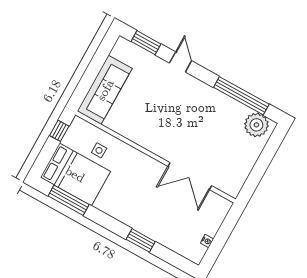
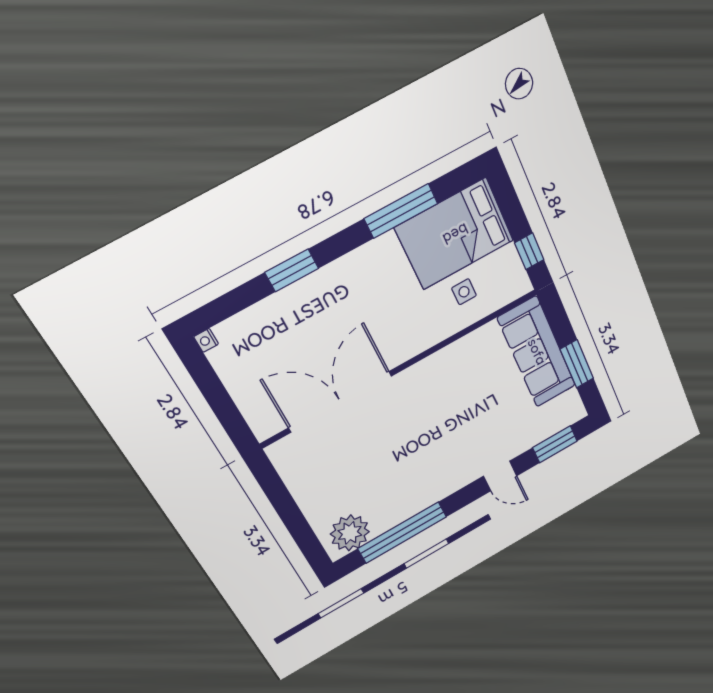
window: (97, 63) -> (577, 364), added
double door: (190, 176) -> (340, 402), width x1.36
window: (69, 200) -> (401, 211), moved
nightstand: (207, 241) -> (206, 340), moved

